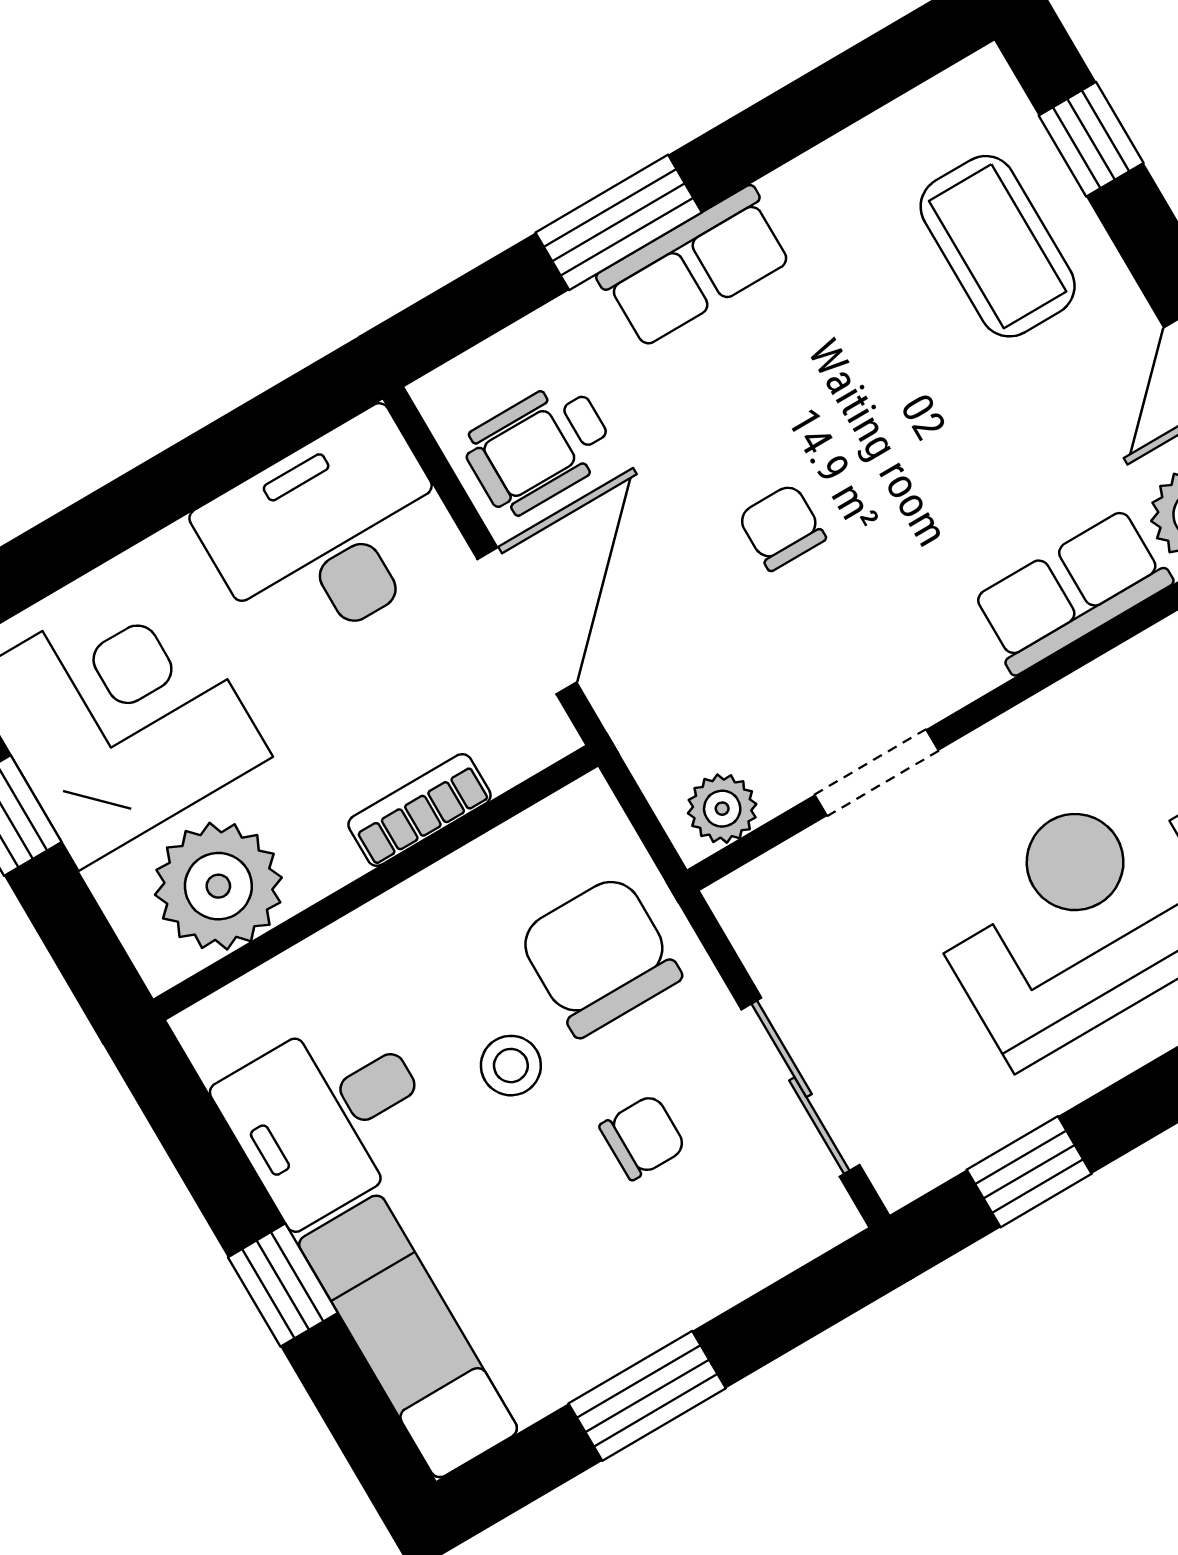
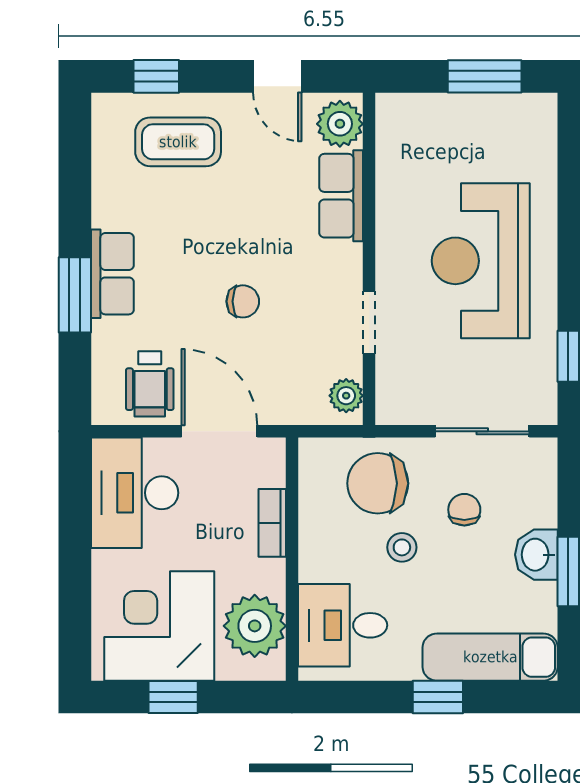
chair: (782, 527) -> (243, 301), turned 180
desk: (328, 1116) -> (343, 625), moved, turned 90
washbasin: (638, 1312) -> (536, 555), added

